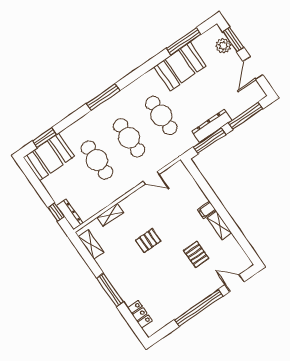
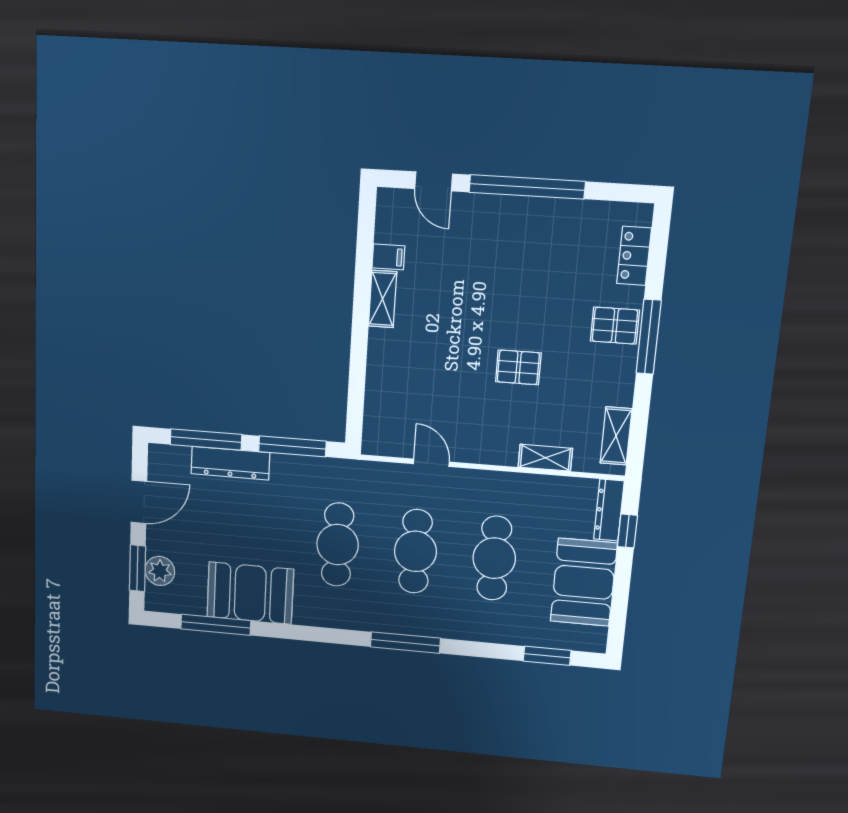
dresser: (212, 126) -> (230, 463), moved
booth: (49, 157) -> (584, 582), moved, turned 90
filing cabinet: (207, 210) -> (388, 257), moved
pallet: (196, 254) -> (615, 326), moved, turned 90

